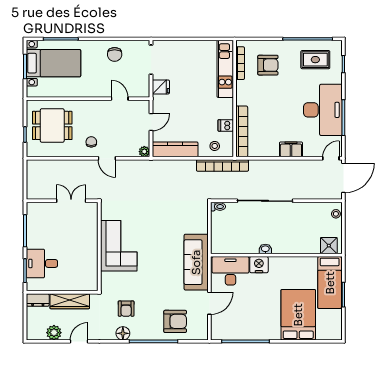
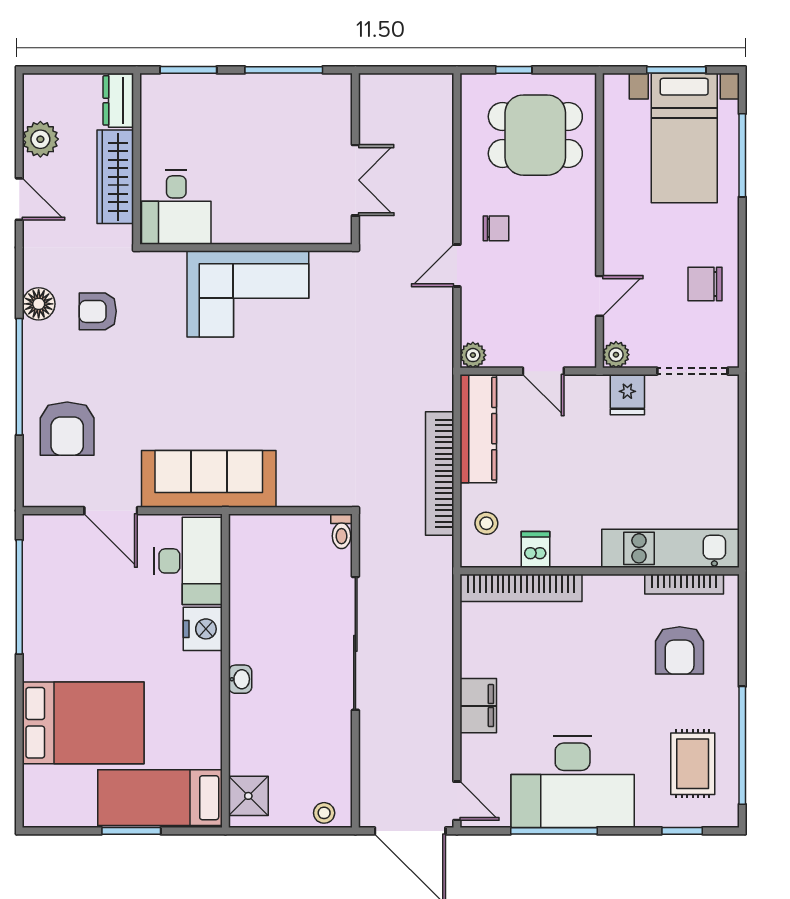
plant: (144, 92) -> (616, 355), added
dining table: (52, 125) -> (535, 135), turned 90
bookcase: (222, 166) -> (440, 474), moved
washbasin: (265, 249) -> (240, 679), moved
desk: (42, 263) -> (176, 207), moved, turned 180

